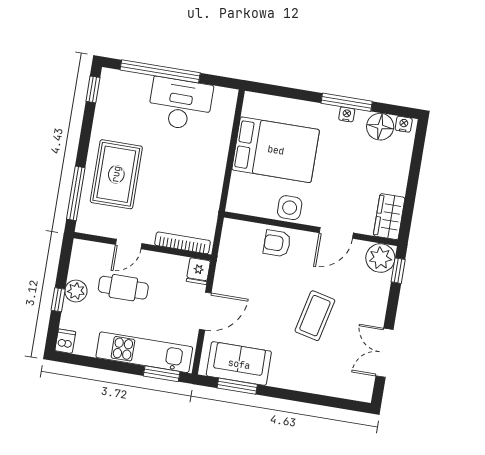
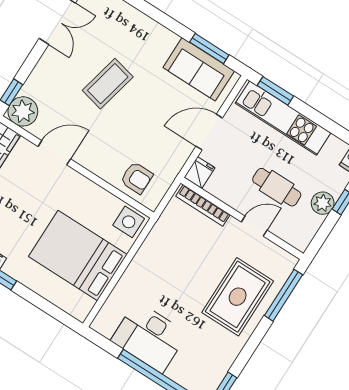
side table: (290, 208) -> (129, 222), moved
armchair: (277, 243) -> (137, 178), moved

